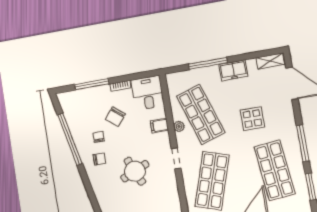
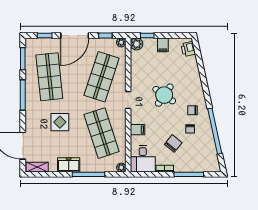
plant: (179, 126) -> (121, 167), moved
round table: (135, 171) -> (164, 95), turned -31

